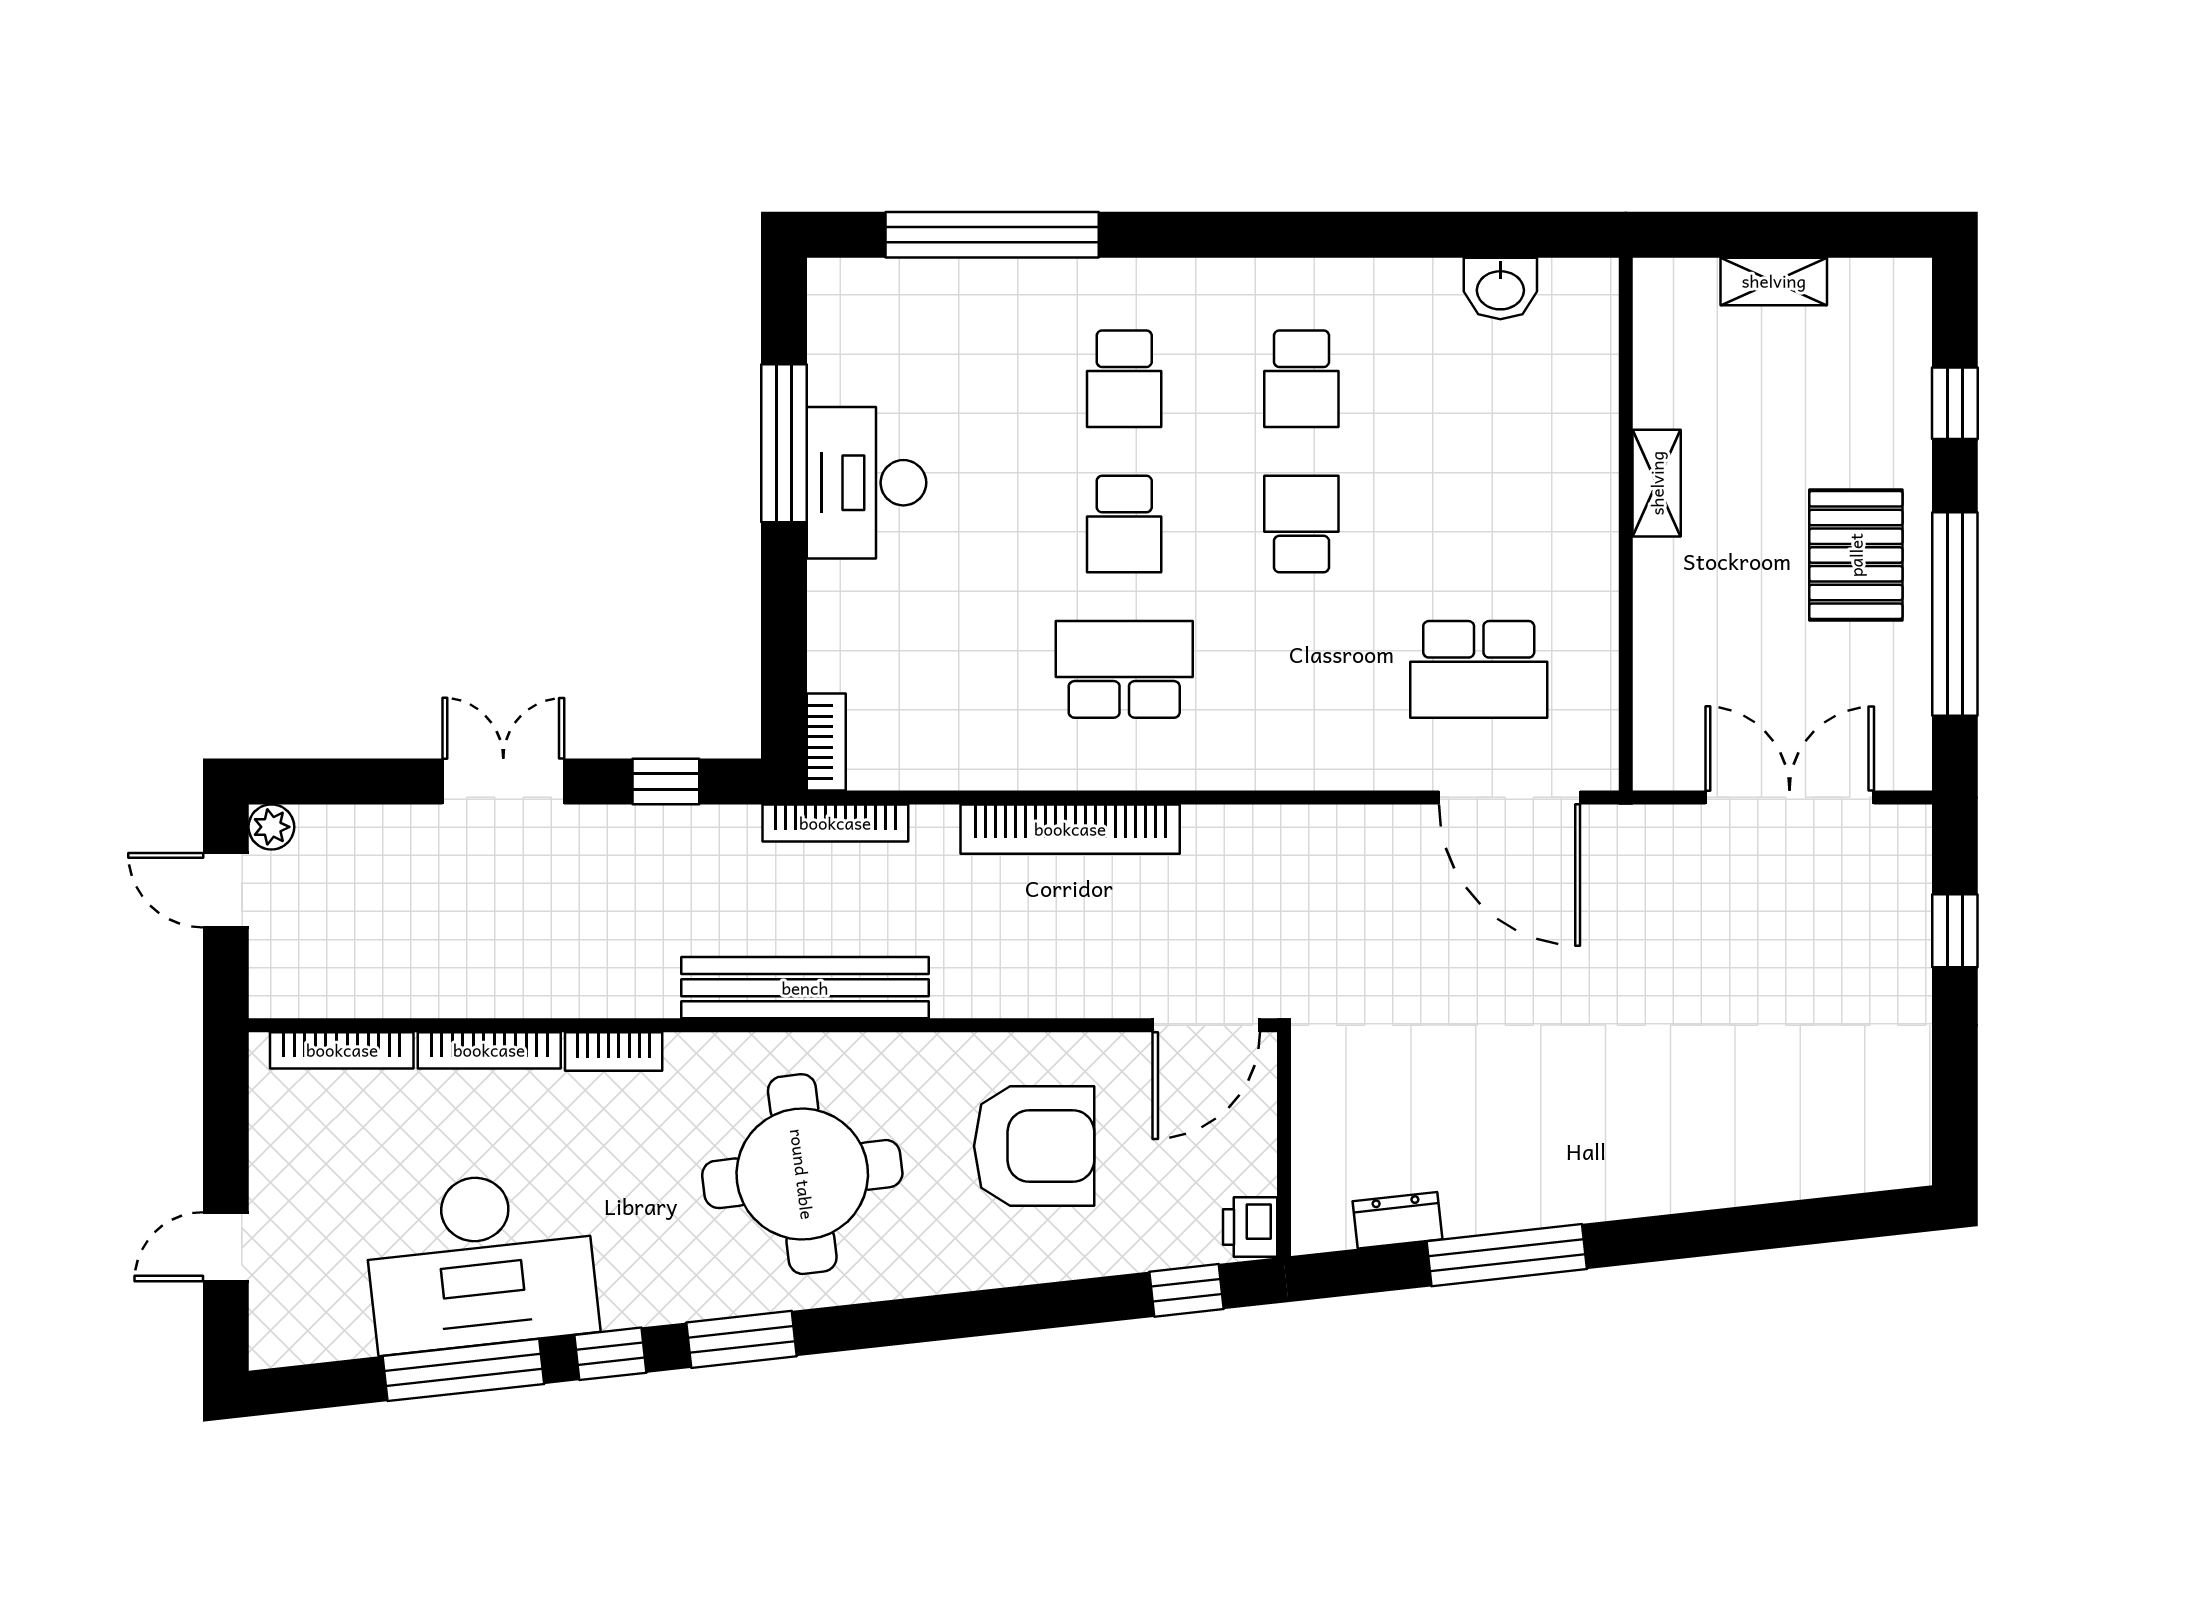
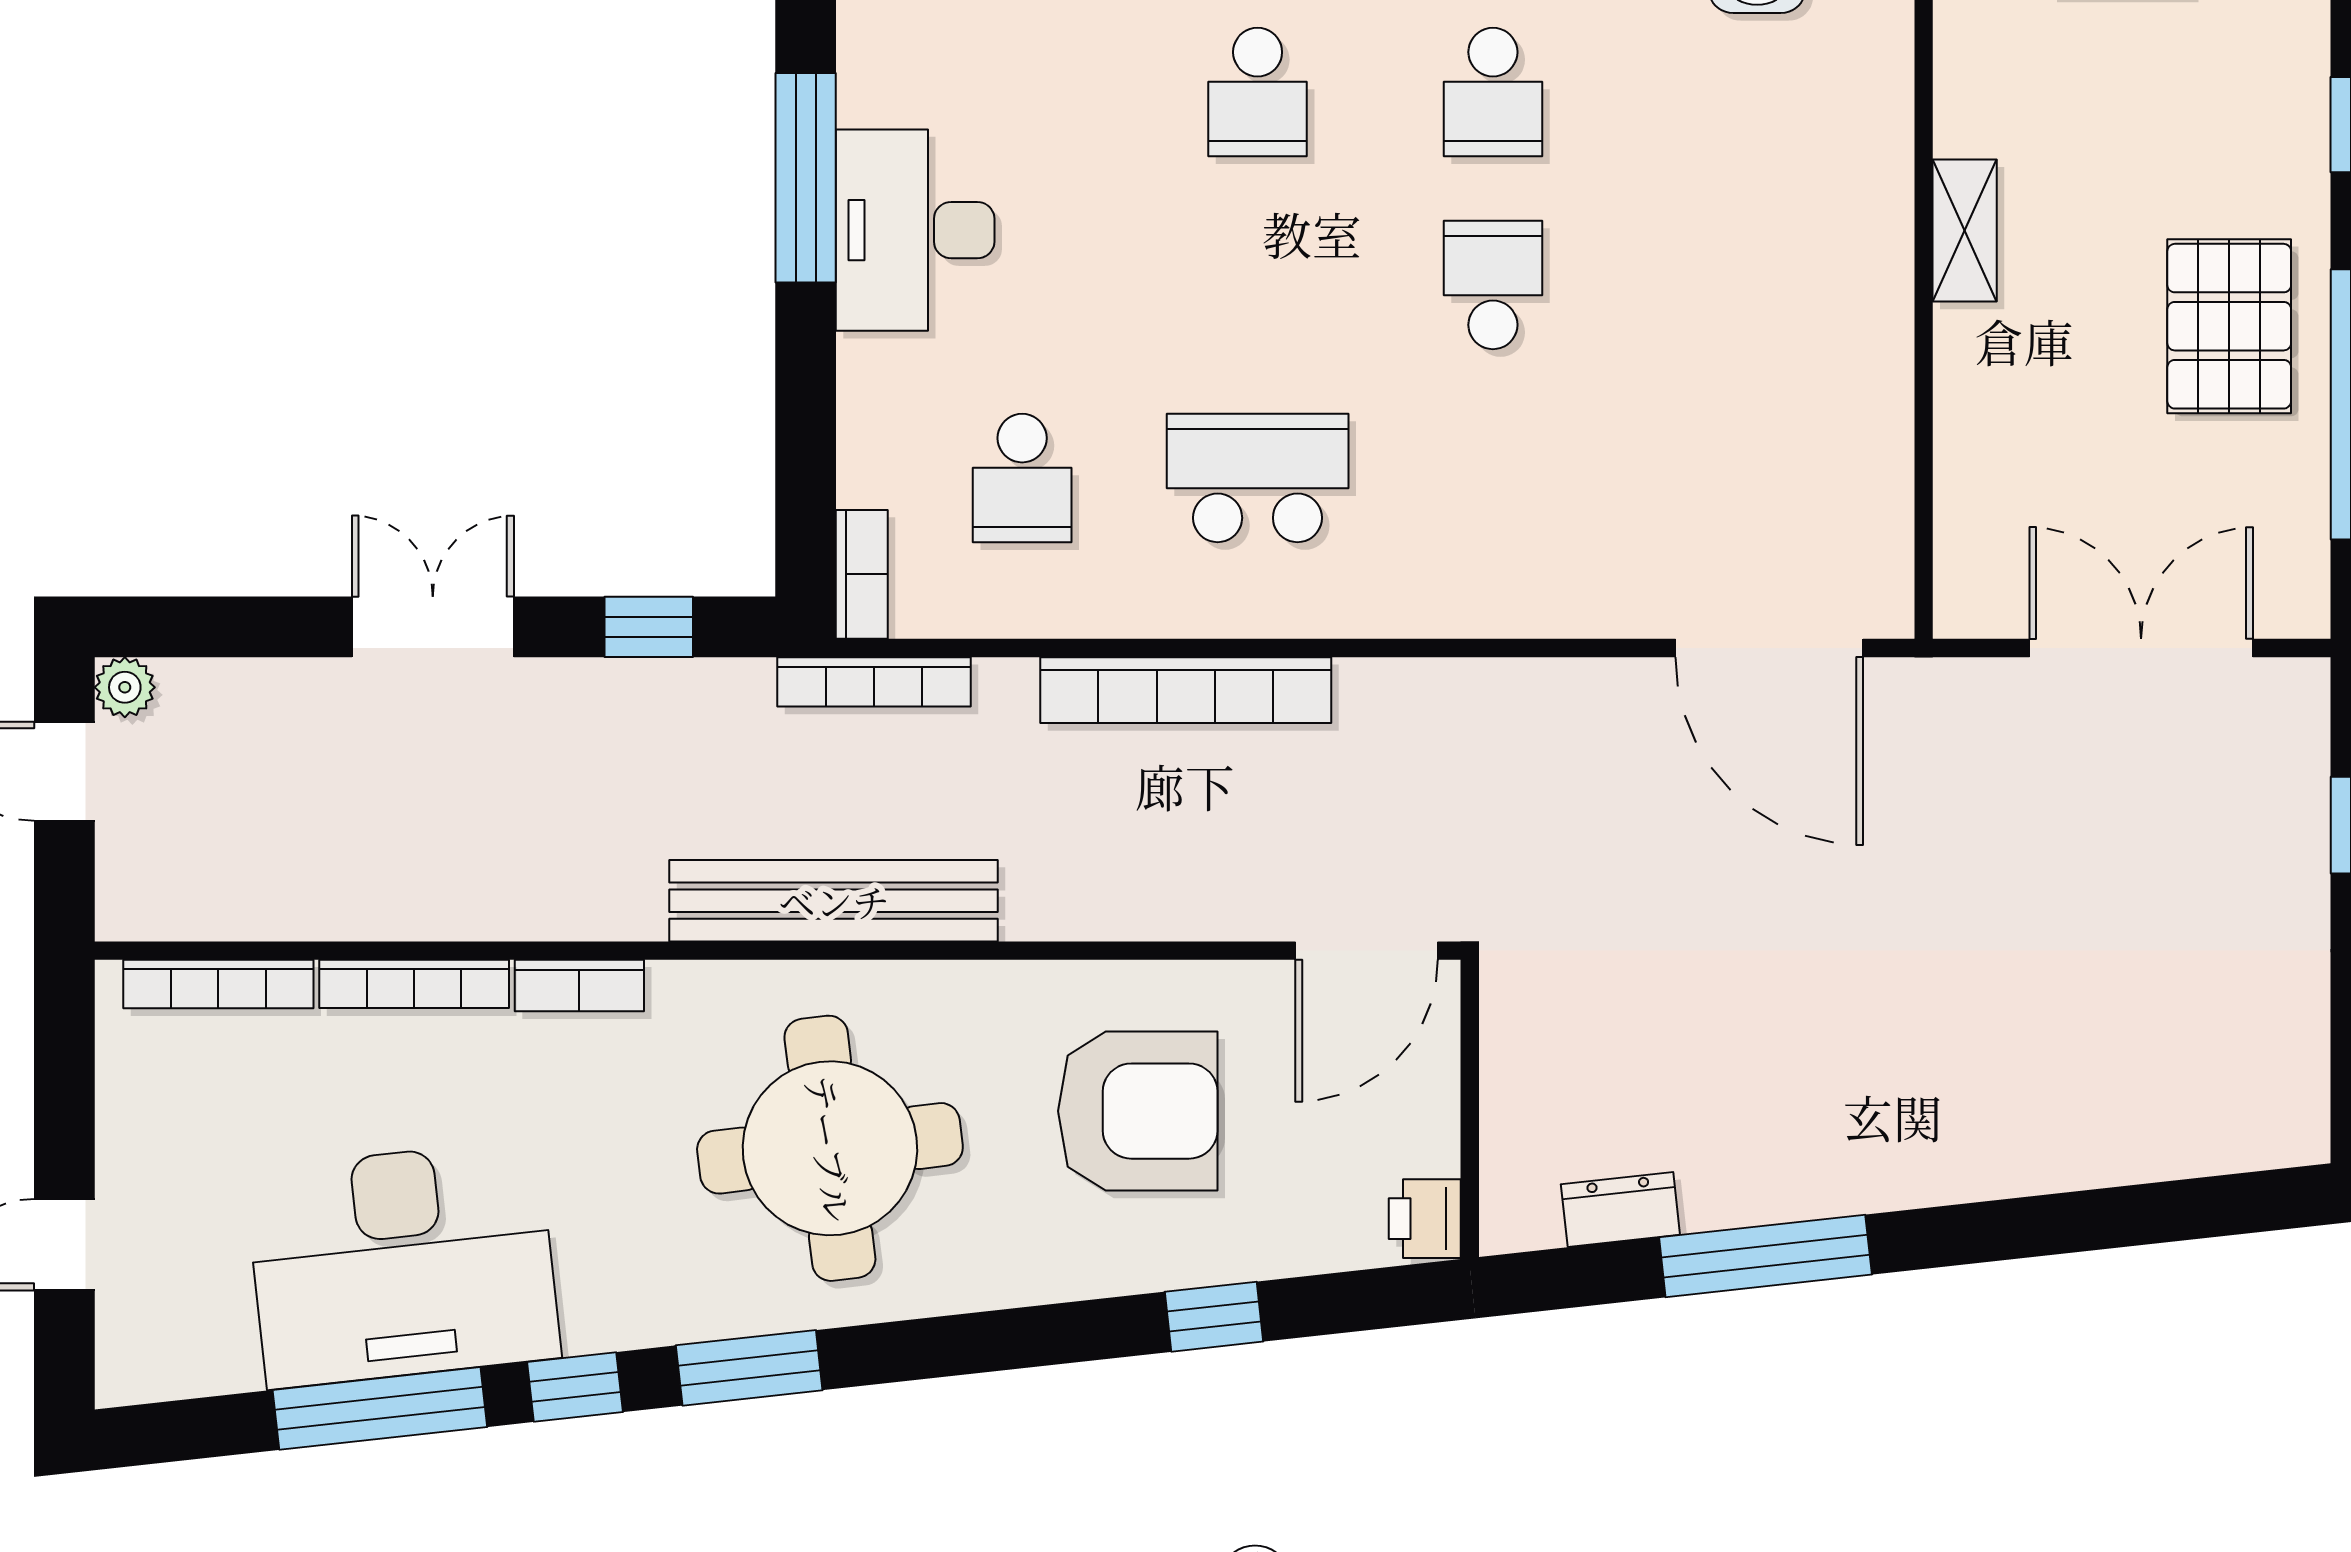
school desk: (1124, 524) -> (1022, 478), moved
school desk: (1479, 669) -> (1728, 478), removed
window: (1187, 1290) -> (1214, 1317), moved

